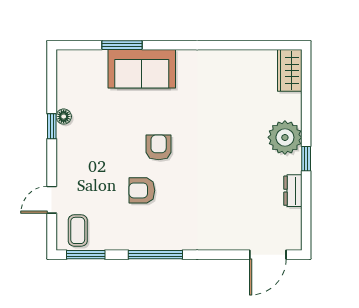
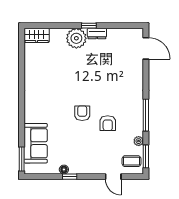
window: (122, 45) -> (22, 159), moved
sofa: (142, 69) -> (36, 143), moved
armchair: (159, 147) -> (82, 113), turned 90
dresser: (293, 191) -> (97, 34), moved
plant: (112, 242) -> (139, 141), added

